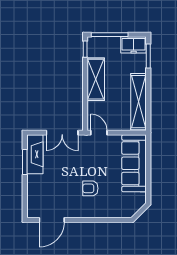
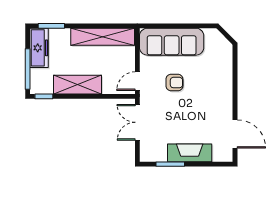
freezer: (134, 45) -> (39, 48), width x1.40
double door: (62, 133) -> (137, 122), swing flipped
fireplace: (35, 154) -> (190, 153), moved
armchair: (90, 188) -> (174, 83), moved, turned -90

